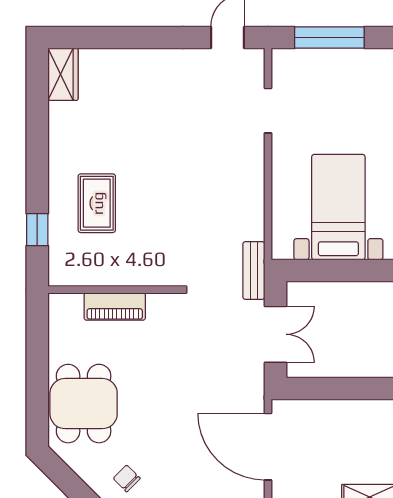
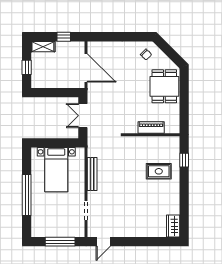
rug: (97, 203) -> (159, 171), turned 90
bench: (254, 270) -> (92, 174), moved, width x1.36

